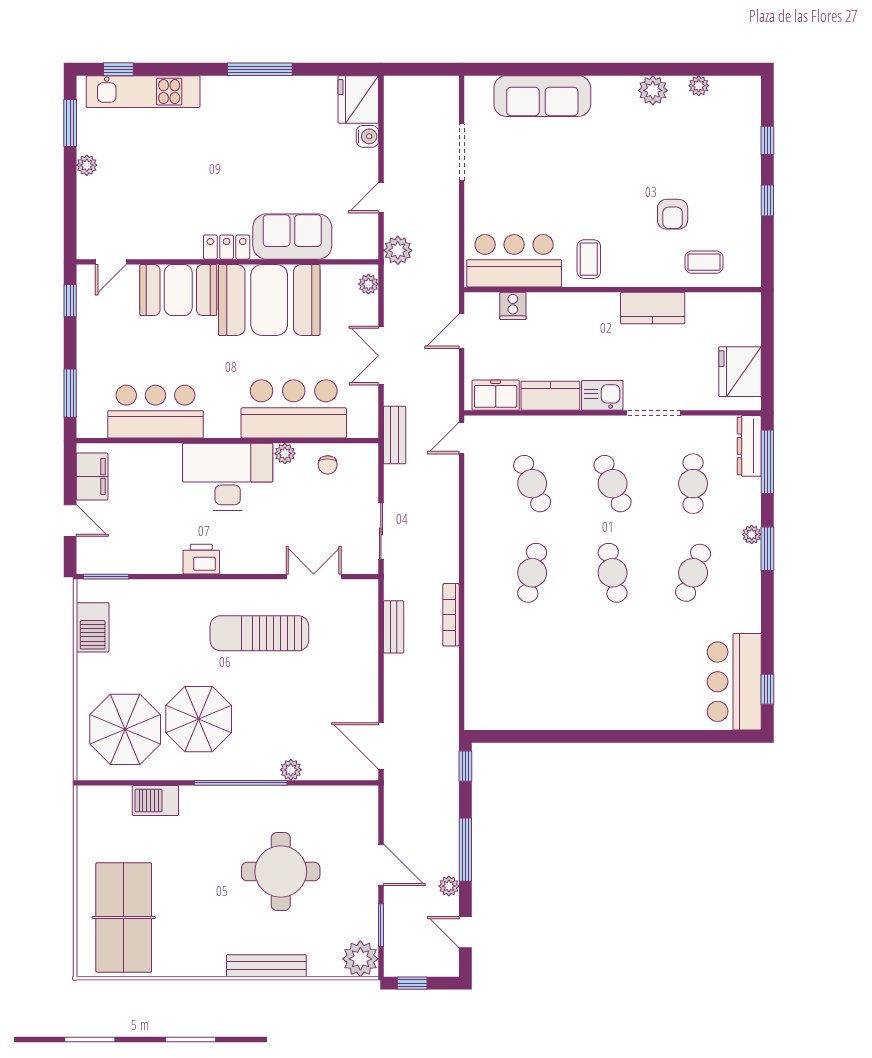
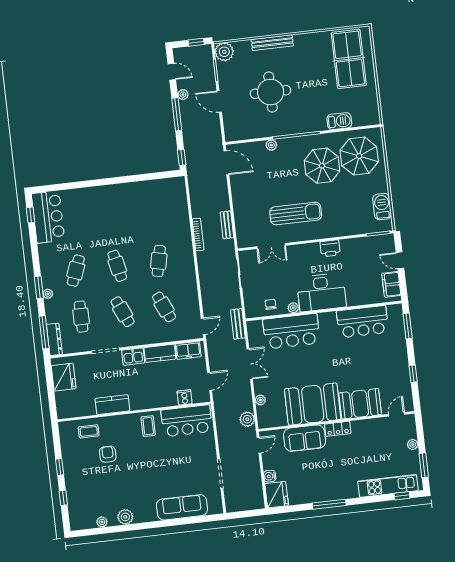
sofa: (292, 237) -> (305, 438), moved
locker: (227, 247) -> (338, 429), moved
door: (111, 262) -> (397, 414), moved
wall: (227, 262) -> (336, 421), moved
booth: (178, 290) -> (360, 404), moved
booth: (269, 300) -> (313, 404), moved

